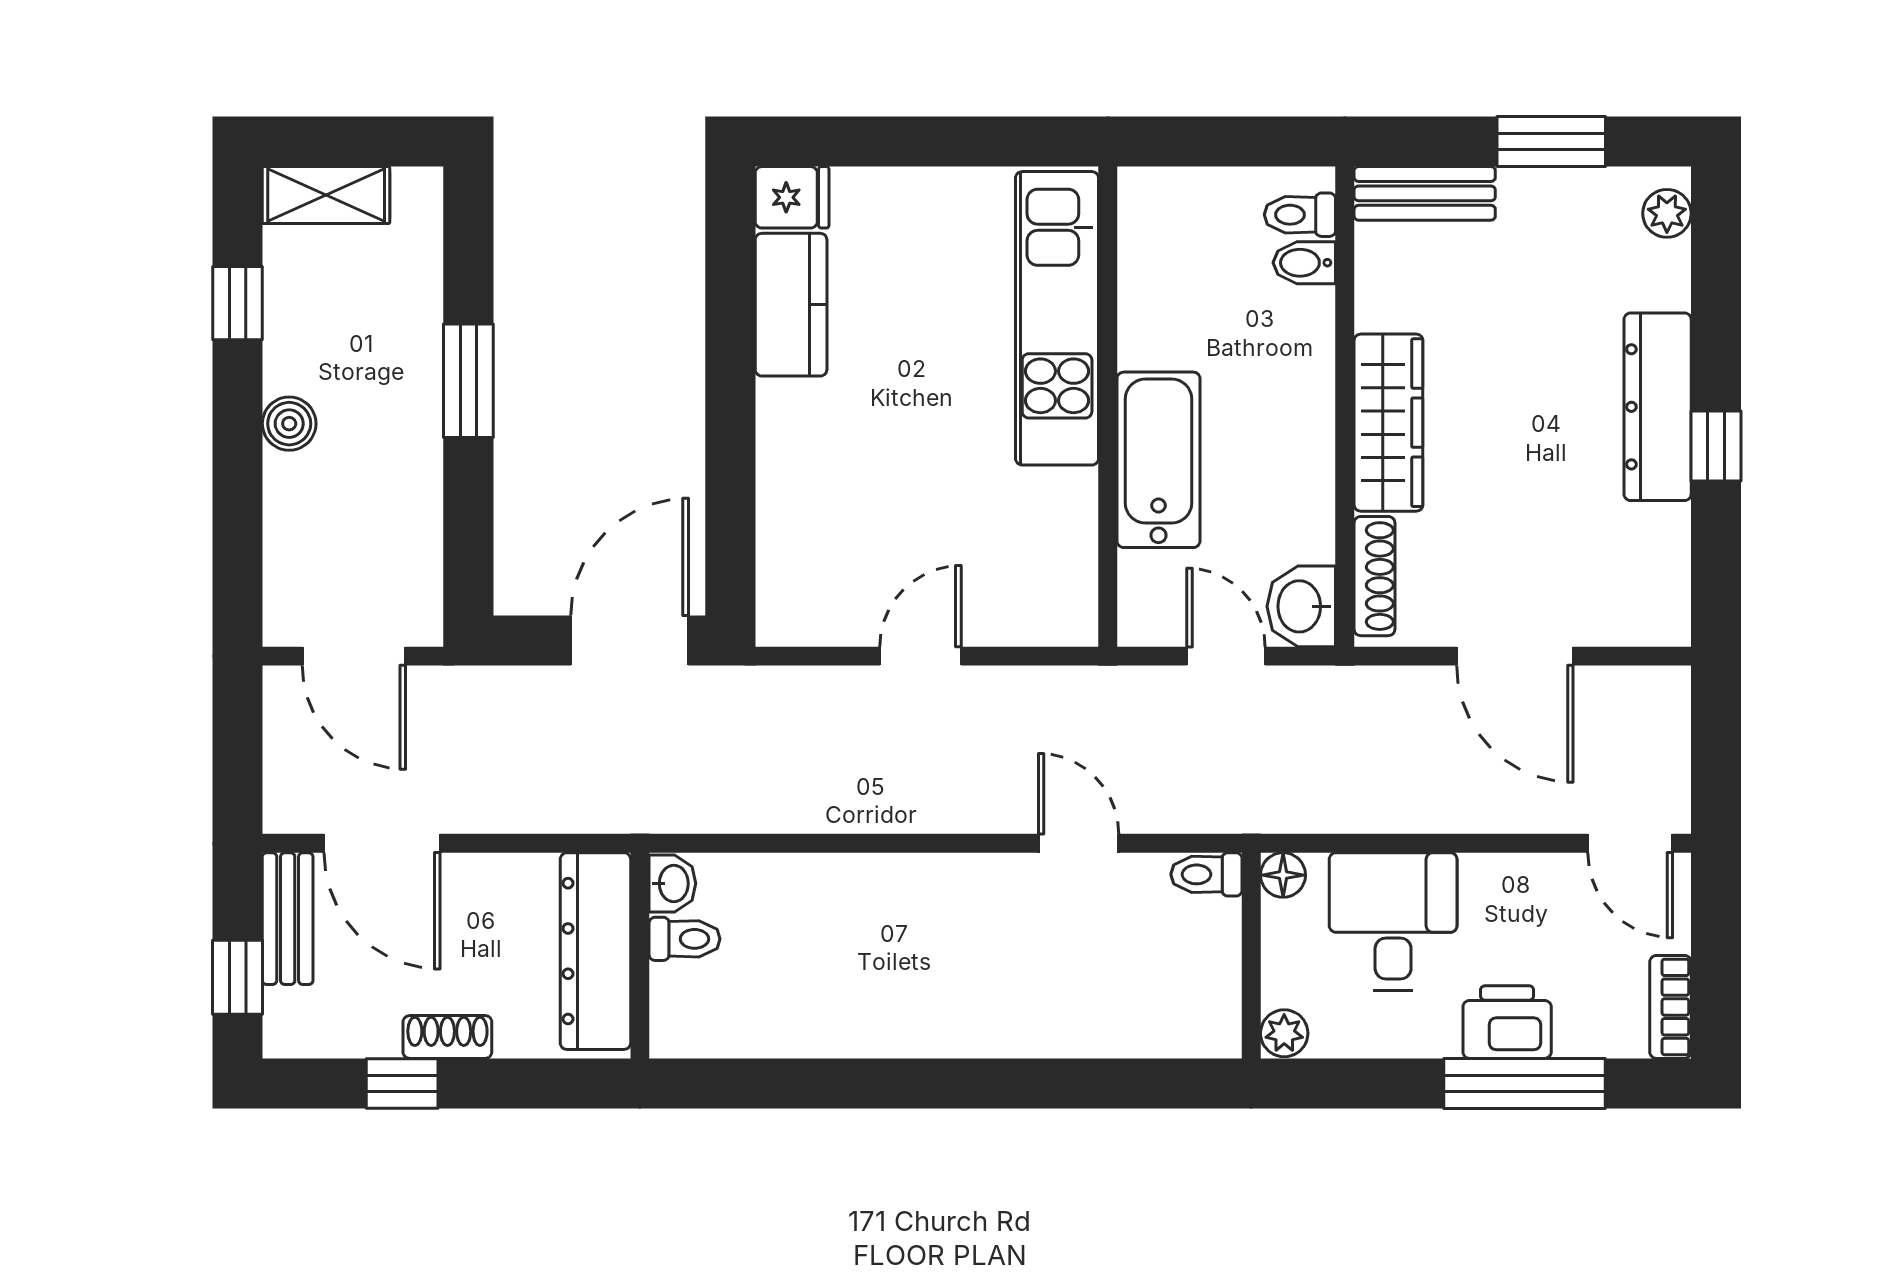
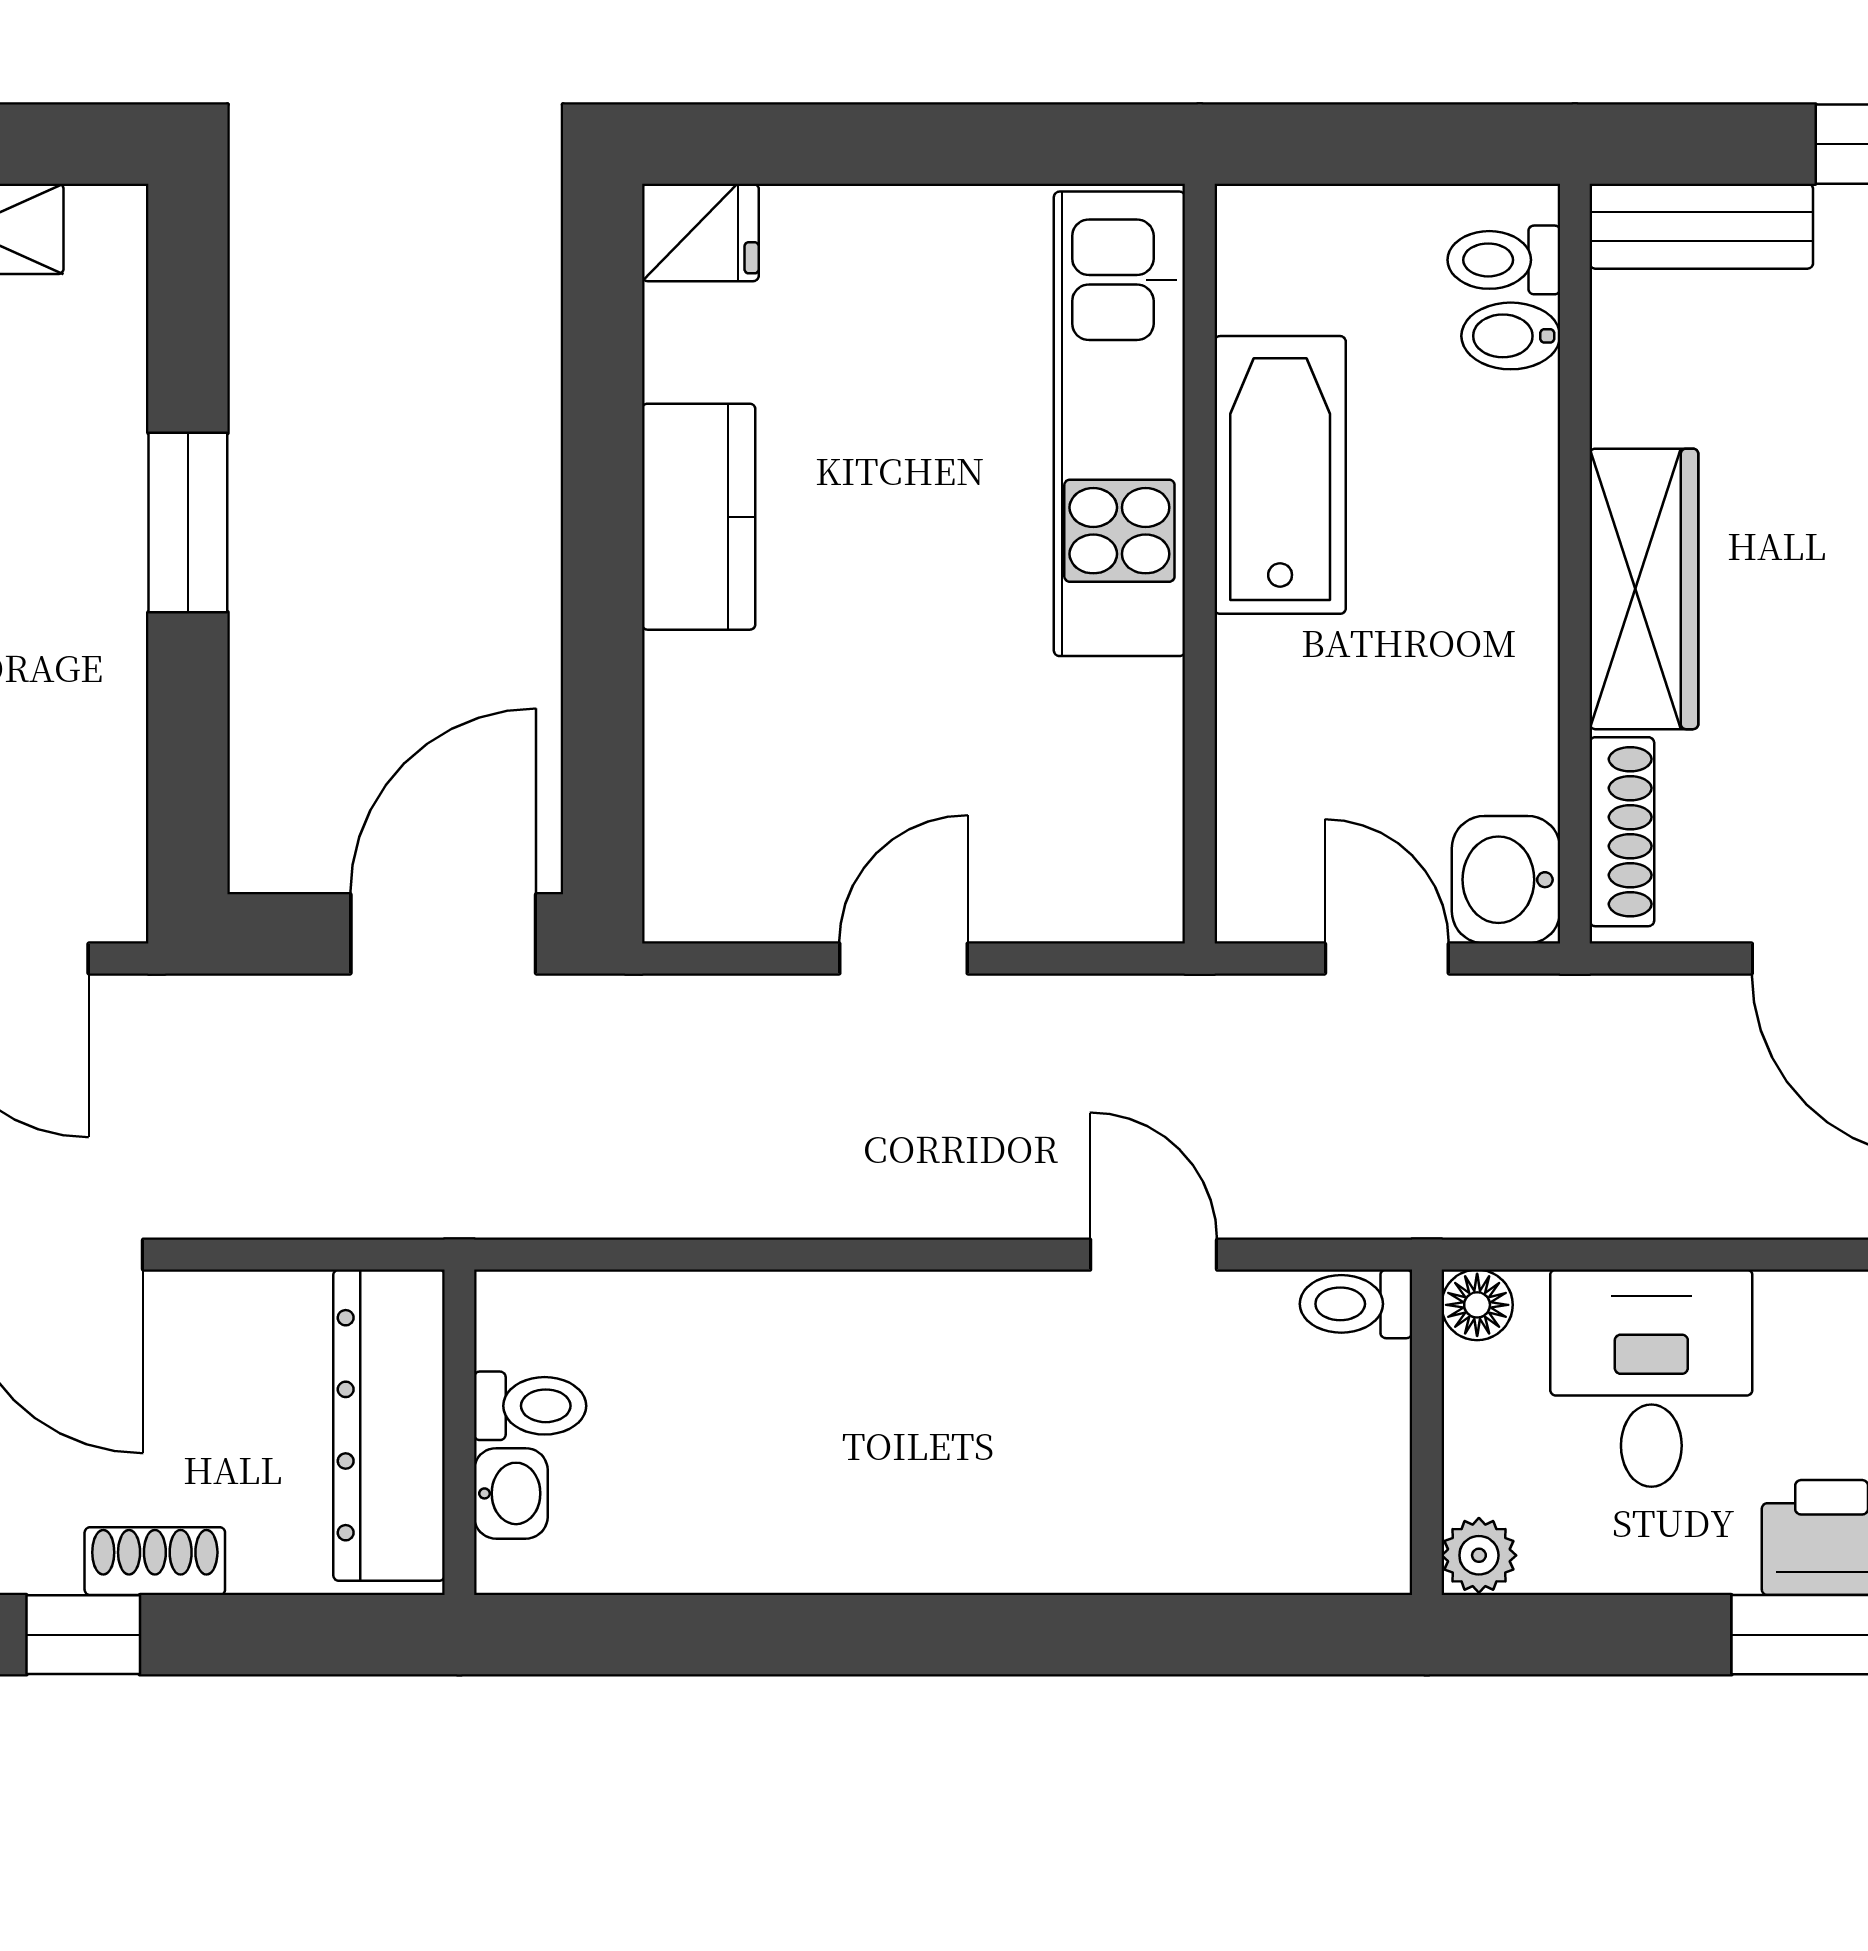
kitchen counter: (791, 305) -> (699, 517), moved
bathtub: (1159, 460) -> (1280, 475), moved
washbasin: (672, 883) -> (511, 1493), moved

